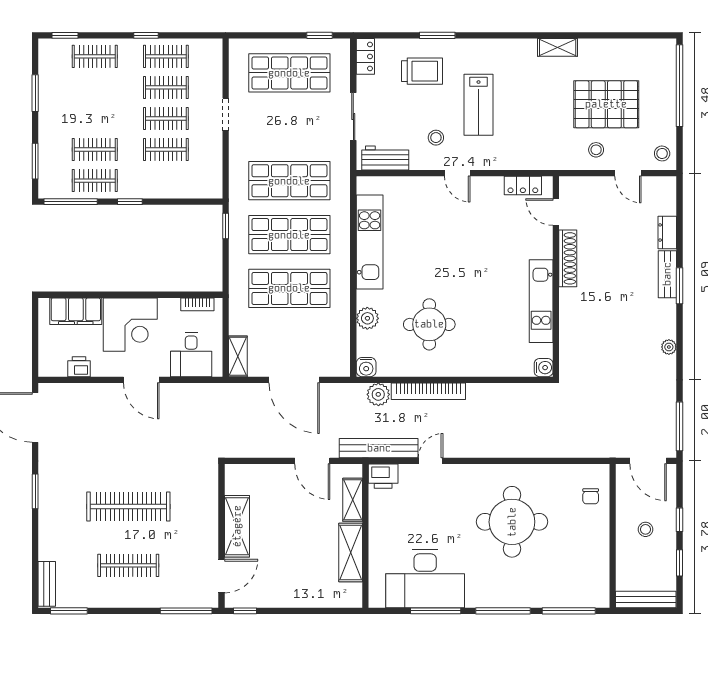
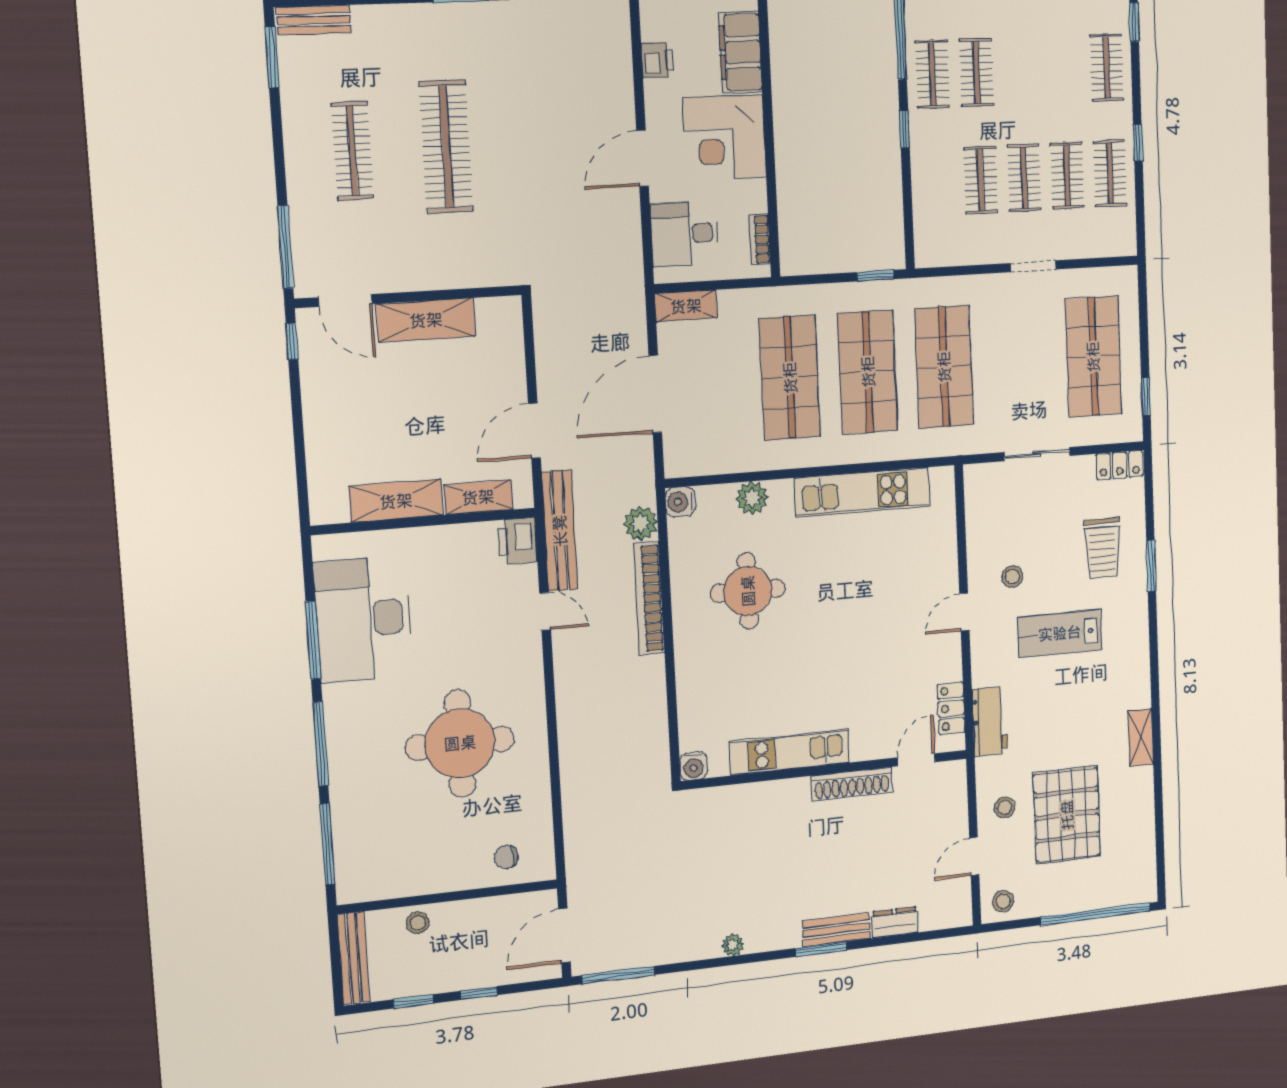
workbench: (385, 158) -> (990, 721), moved
stool: (646, 529) -> (418, 923), moved

